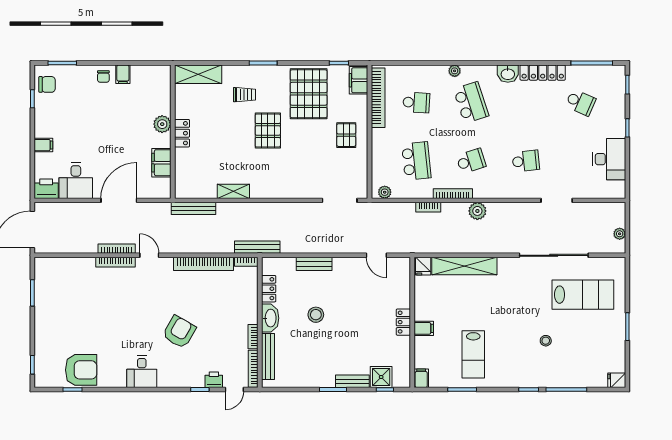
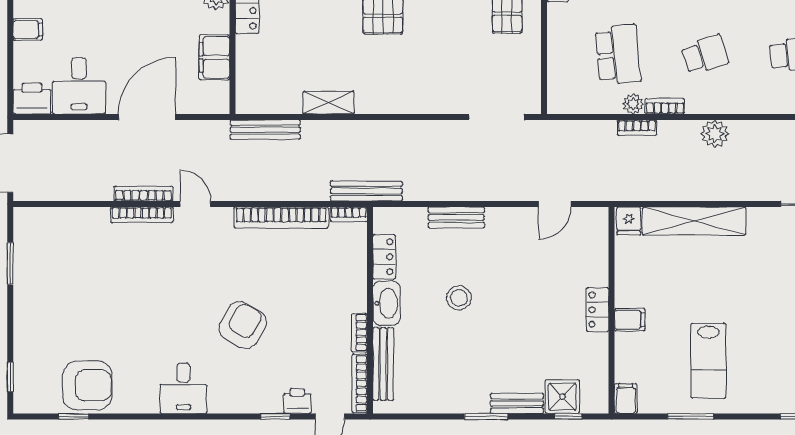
plant: (385, 192) -> (633, 104), moved
bookcase: (453, 194) -> (665, 106), width x0.64
door: (376, 255) -> (555, 204), hinge flipped

